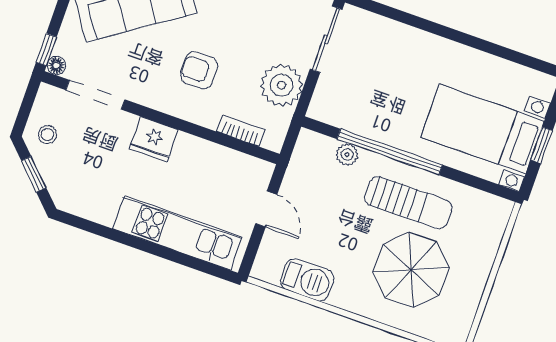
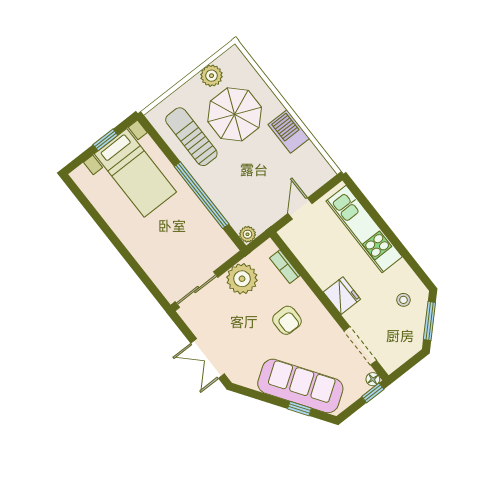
stool: (47, 135) -> (403, 300), moved
plant: (347, 154) -> (248, 234), moved
window: (34, 174) -> (429, 321), width x1.50
sun lounger: (408, 203) -> (191, 137), moved
barbecue: (307, 280) -> (289, 131), moved
plant: (466, 297) -> (211, 76), added

